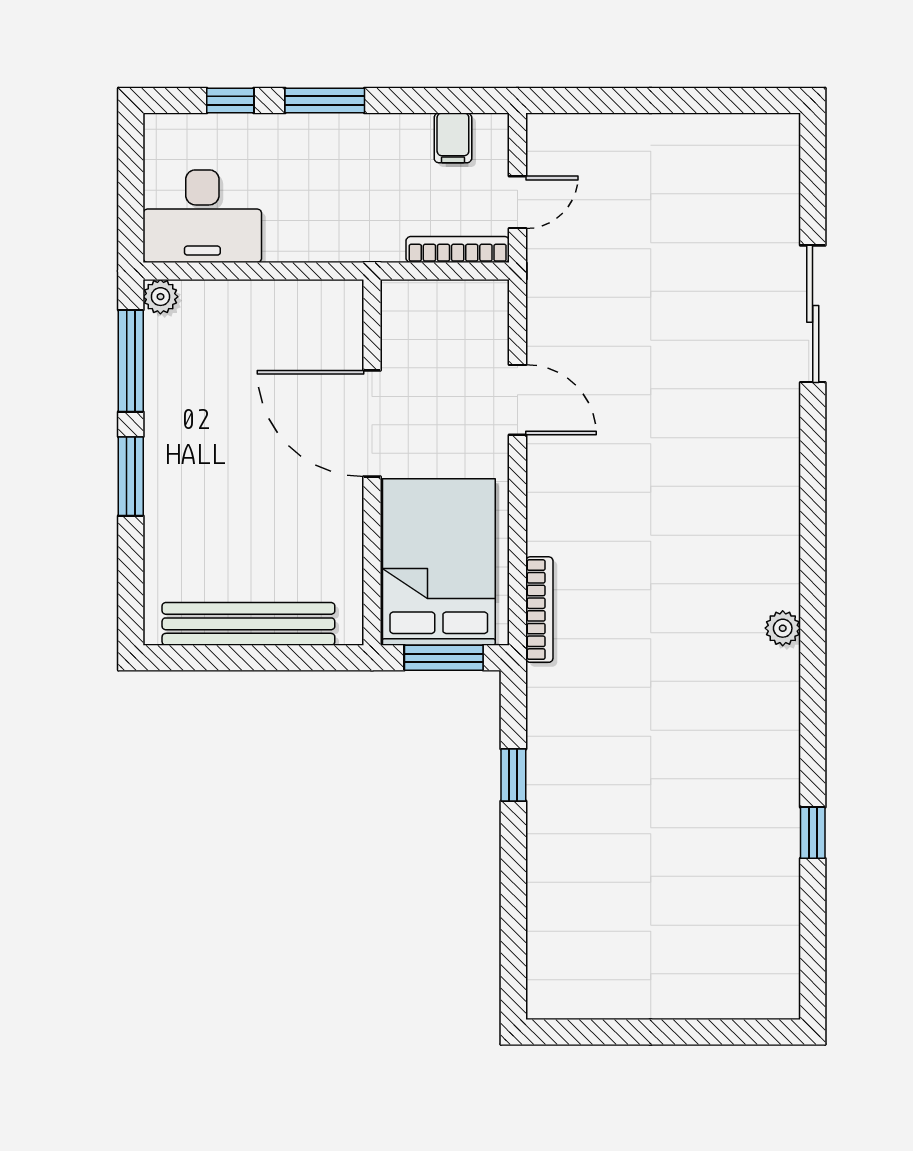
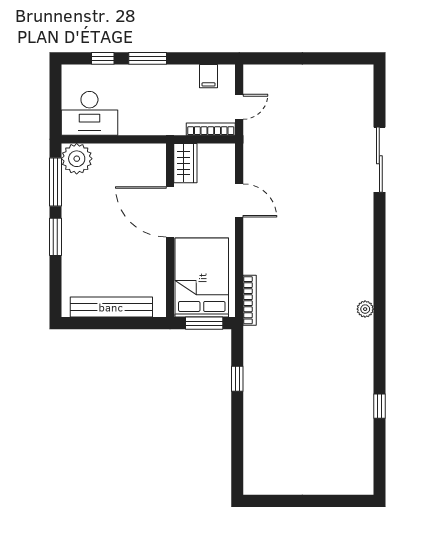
plant: (160, 297) -> (77, 159), width x1.87, depth x1.87
wardrobe: (404, 321) -> (185, 163), added

